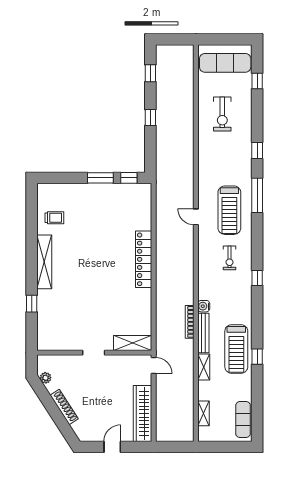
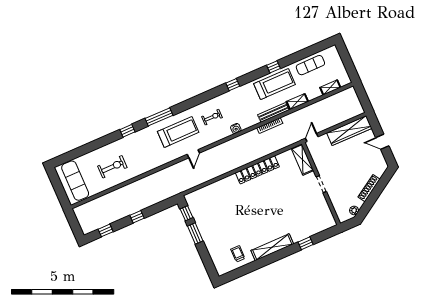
window: (257, 81) -> (78, 152), removed
locker: (144, 259) -> (257, 170), moved
window: (257, 278) -> (233, 85), moved
water cooler: (204, 306) -> (236, 129), moved
exercise mat: (243, 420) -> (310, 65), moved

